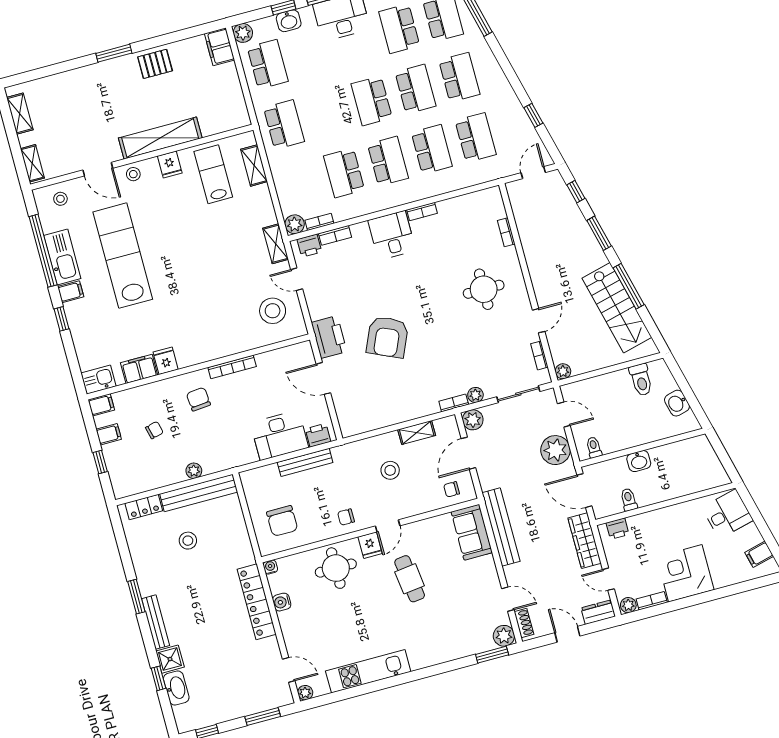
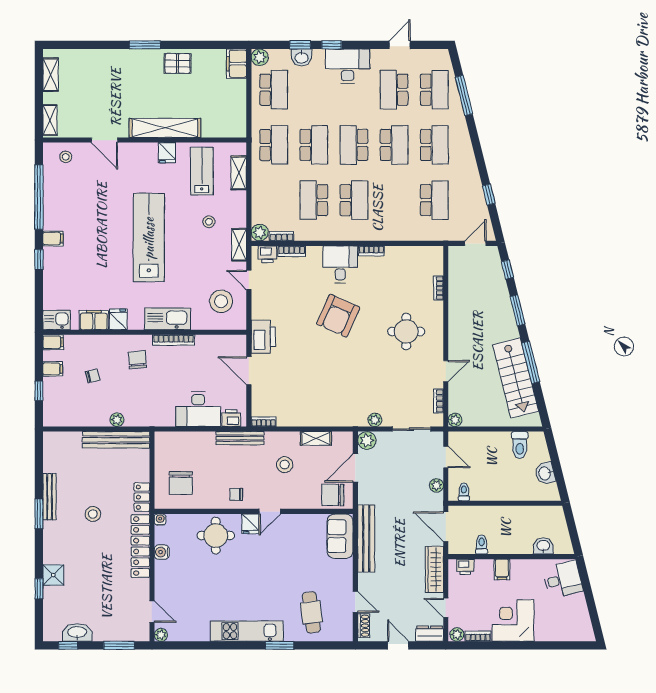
school desk: (432, 149) -> (314, 145), moved
stool: (133, 174) -> (209, 222), moved
lab bench: (123, 256) -> (149, 238), moved
kitchen sink: (62, 257) -> (168, 319), moved, turned -90
armchair: (387, 337) -> (338, 316), moved
bookcase: (454, 403) -> (264, 422), moved
plant: (555, 450) -> (436, 485), width x0.53, depth x0.53
washbasin: (639, 461) -> (543, 546), moved, turned 180
bench: (305, 462) -> (240, 438), moved
chair: (452, 489) -> (333, 495), width x1.87, depth x1.87
locker: (144, 507) -> (142, 497), moved, turned 90
stool: (188, 541) -> (93, 514), moved
filing cabinet: (759, 554) -> (502, 569), moved, turned -76
cafe table: (410, 579) -> (311, 612), moved
bench: (156, 622) -> (50, 497), moved
plant: (504, 636) -> (344, 632), removed
window: (492, 655) -> (280, 645), moved
kitchen unit: (368, 671) -> (247, 631), moved
washbasin: (176, 688) -> (77, 632), moved, turned -90

